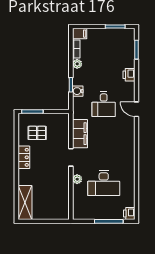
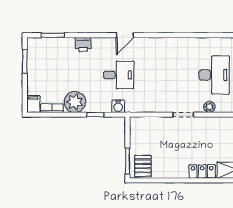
plant: (77, 64) -> (75, 102), width x1.88, depth x1.88
water cooler: (78, 91) -> (118, 106), moved
pallet: (37, 133) -> (143, 166), moved
filing cabinet: (80, 134) -> (154, 104), removed
locker: (24, 157) -> (202, 171), moved

